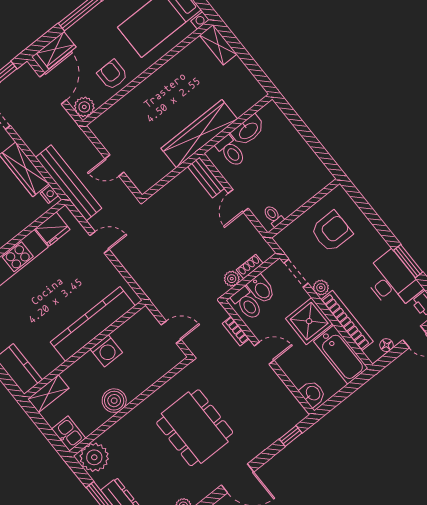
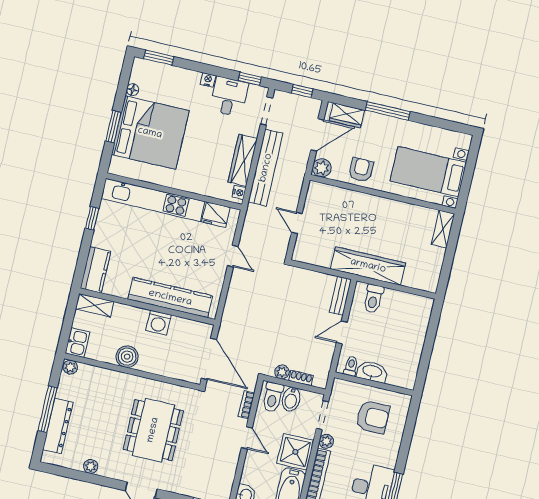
washbasin: (248, 130) -> (372, 372), moved, turned 180
bench: (69, 183) -> (266, 168), moved
door: (171, 332) -> (209, 359), width x1.87
plant: (94, 457) -> (70, 367), width x0.53, depth x0.53

